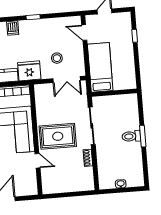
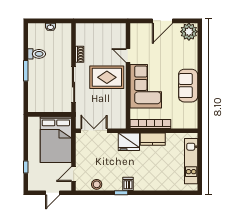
dishwasher: (13, 28) -> (128, 184), moved
door: (84, 33) -> (74, 174), swing flipped
stool: (57, 58) -> (97, 184), moved
bed: (100, 67) -> (56, 140), width x1.50
toilet: (131, 136) -> (37, 54), moved

